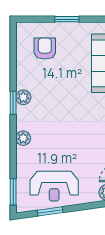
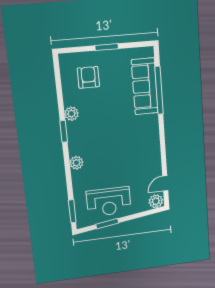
plant: (23, 97) -> (71, 114), moved

